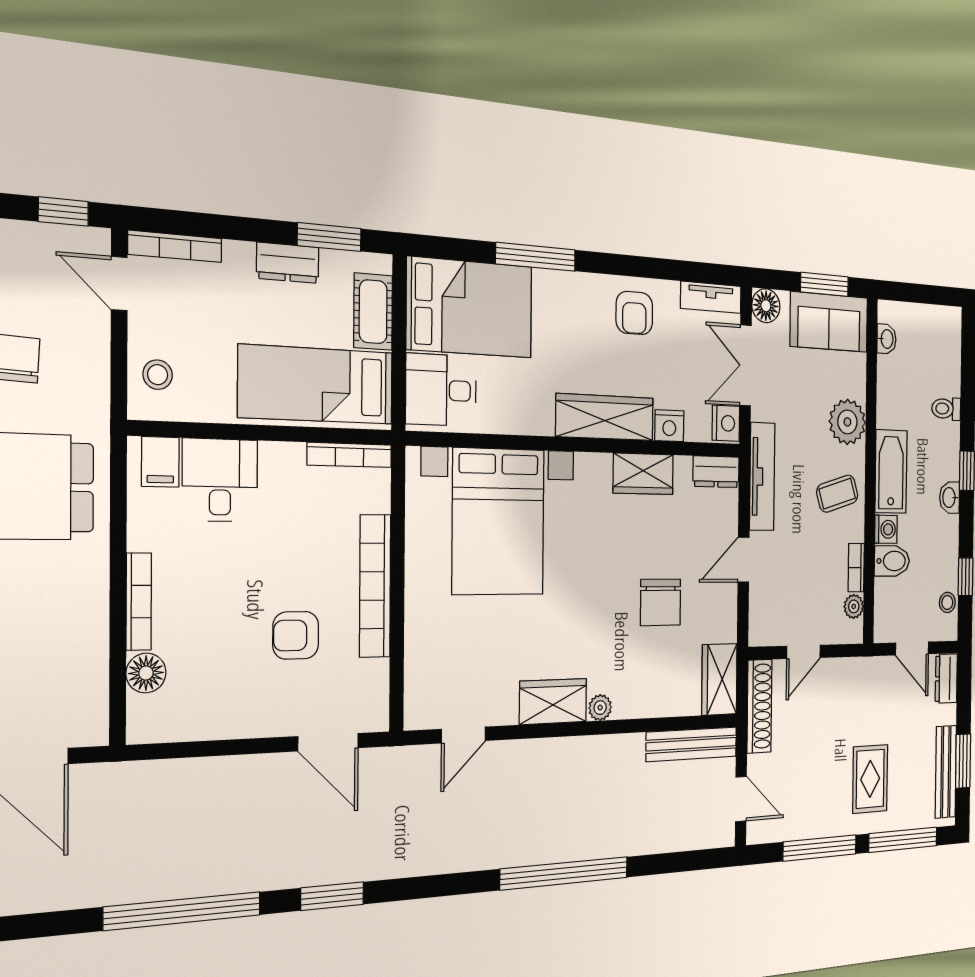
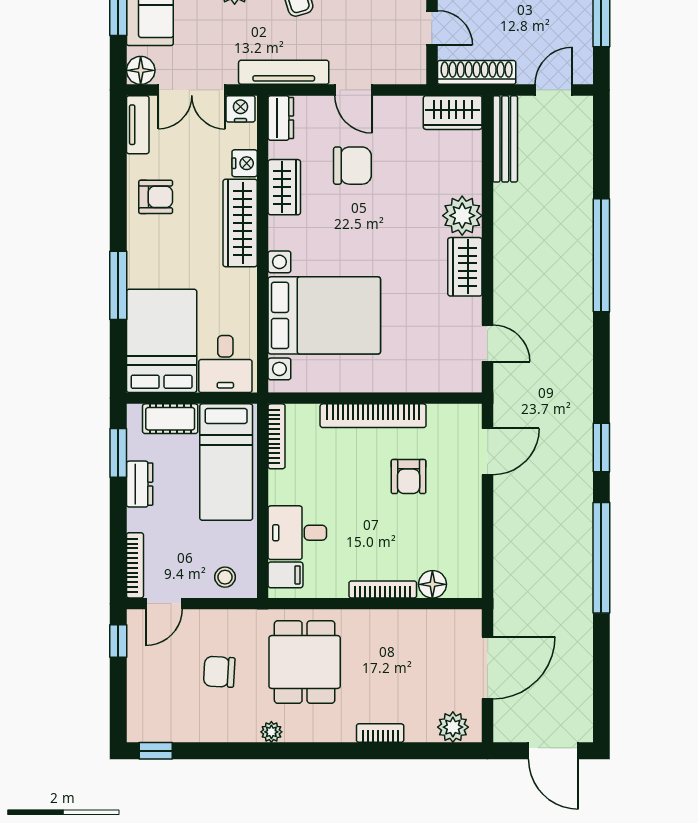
chair: (660, 602) -> (352, 166), moved
plant: (600, 708) -> (462, 216), width x1.87, depth x1.87

